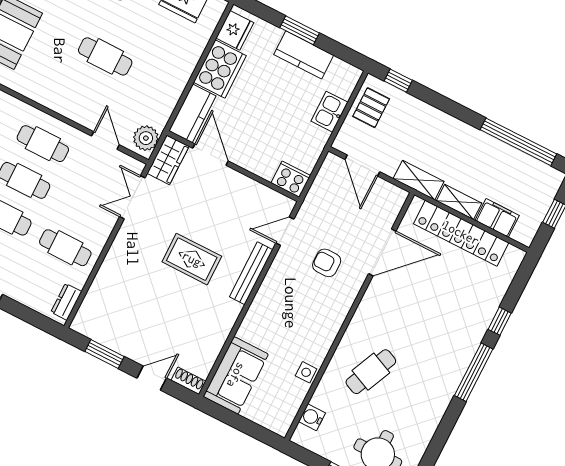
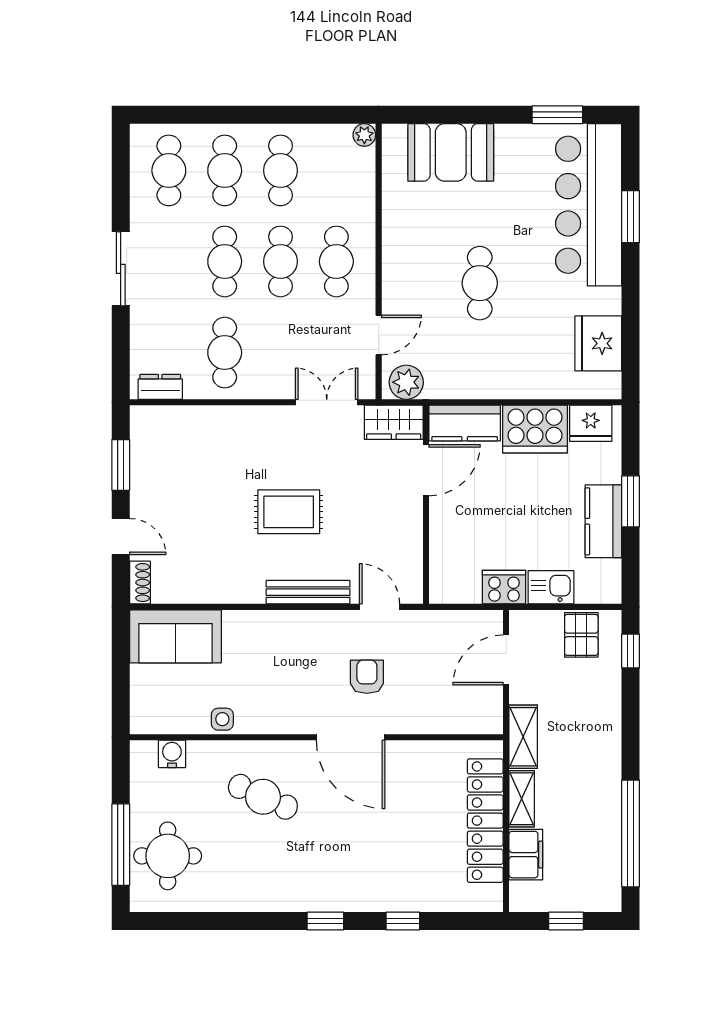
pallet: (371, 108) -> (581, 635), turned 90
cooker: (291, 179) -> (504, 587), moved, turned -90
door: (382, 252) -> (351, 737), moved
rug: (192, 259) -> (289, 512), turned 90
window: (474, 372) -> (325, 921), width x0.46

